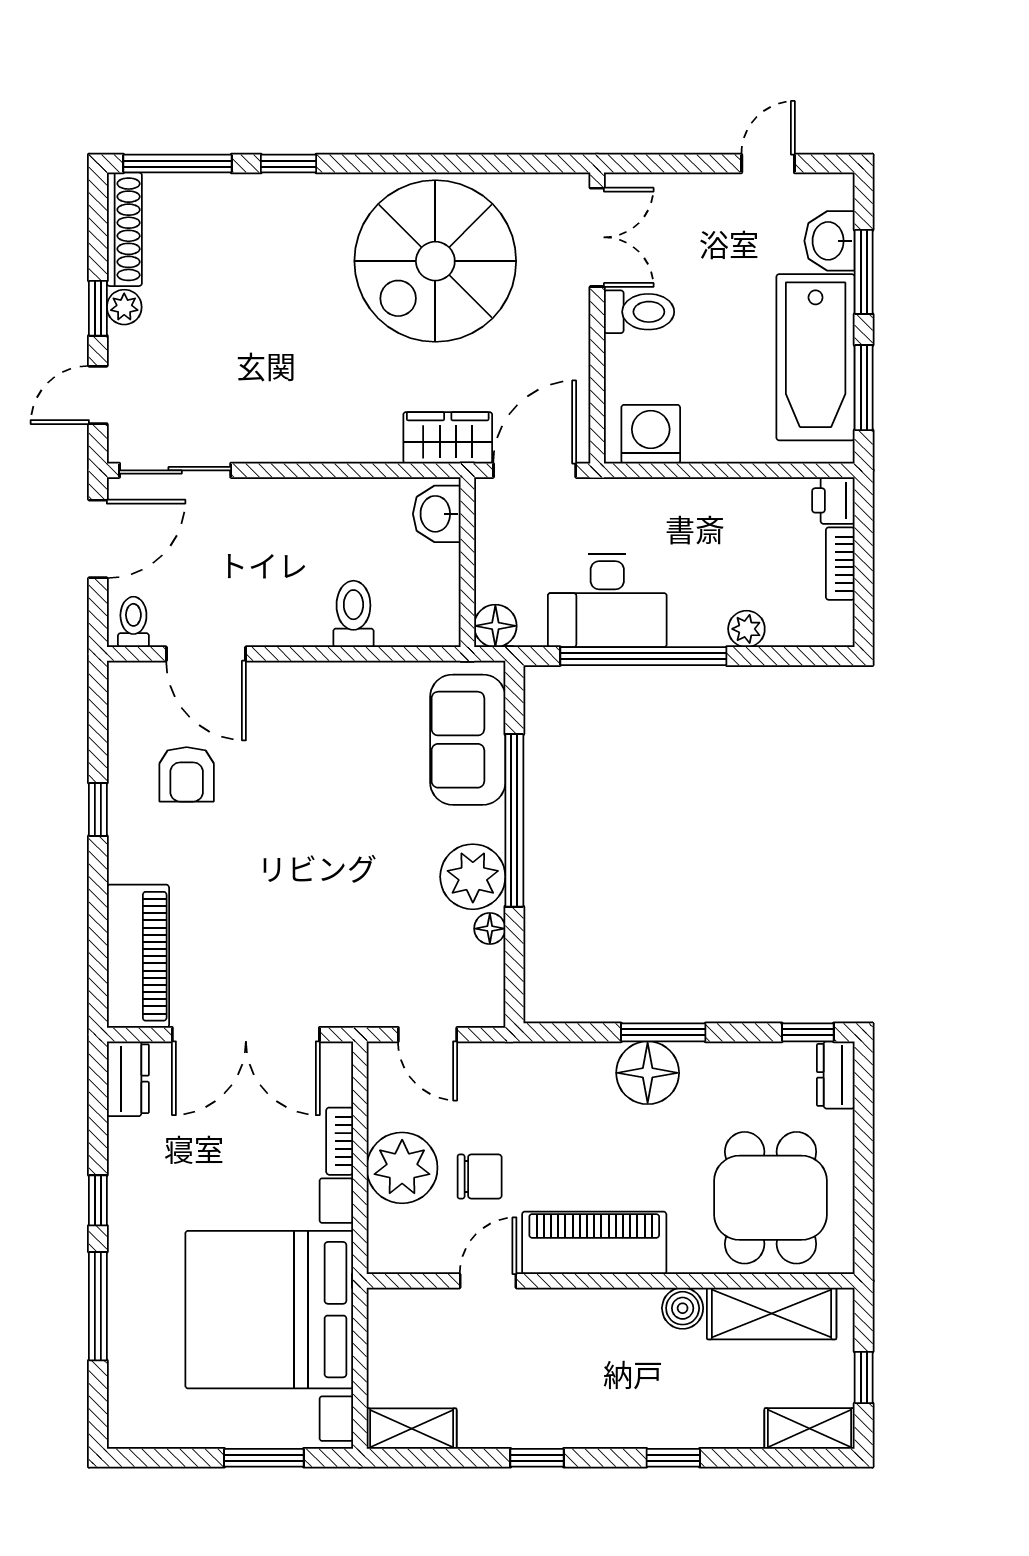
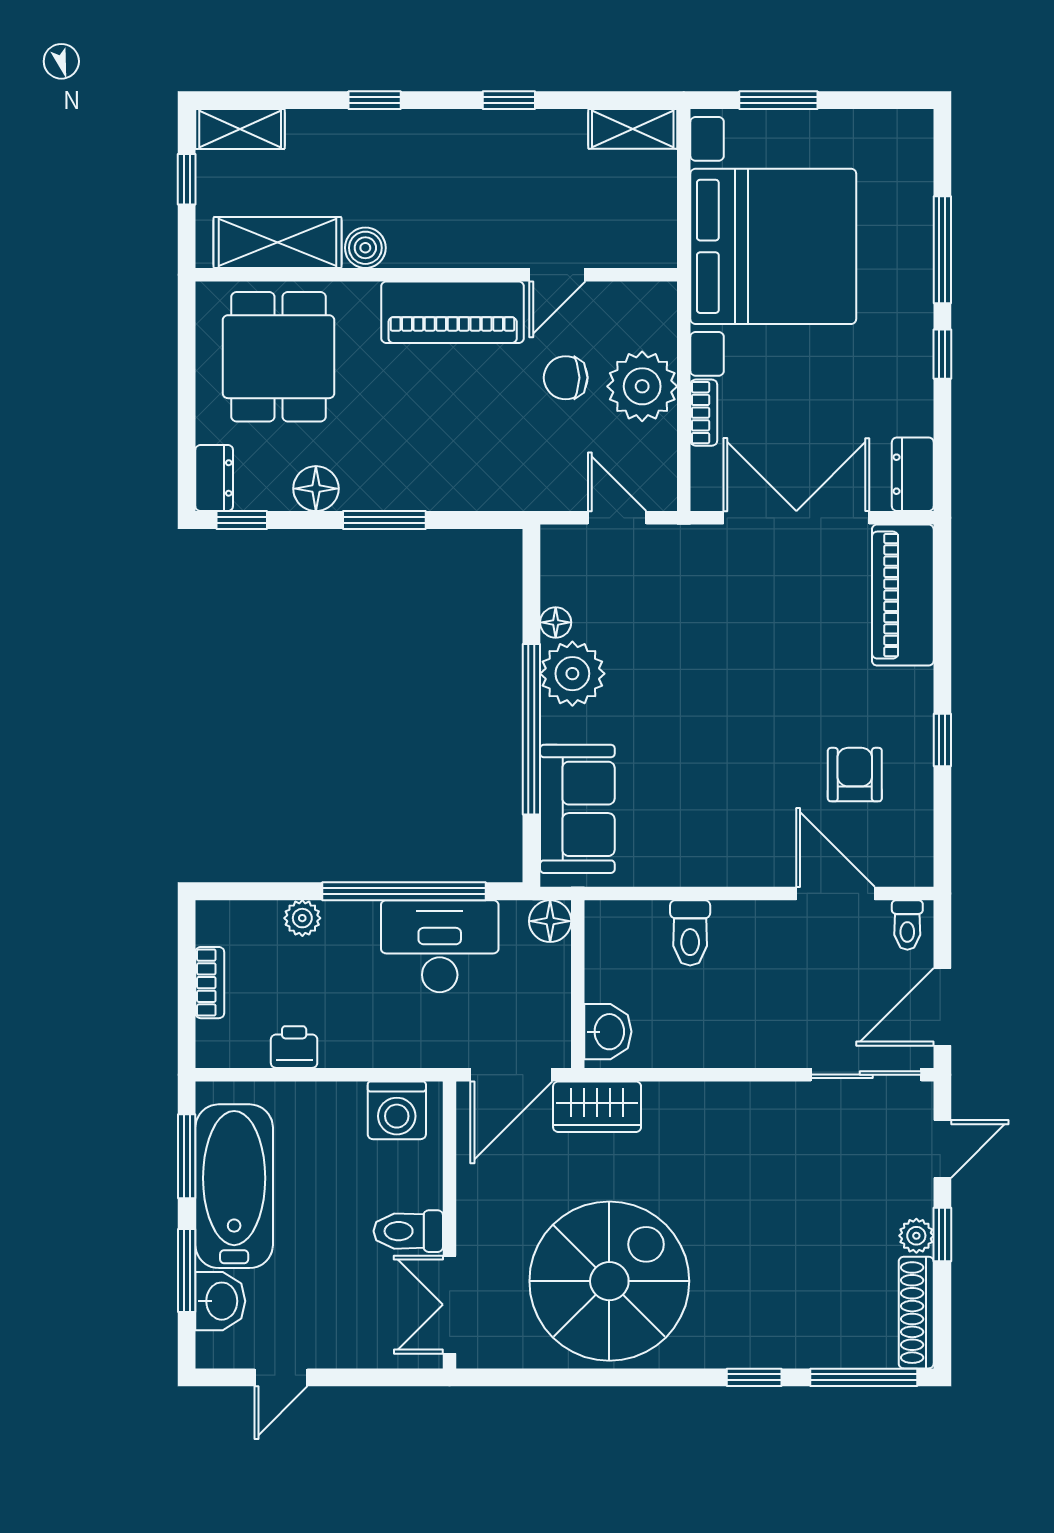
printer: (833, 500) -> (294, 1047), moved, turned -90
floor lamp: (648, 1073) -> (316, 489), moved, width x0.73, depth x0.73

